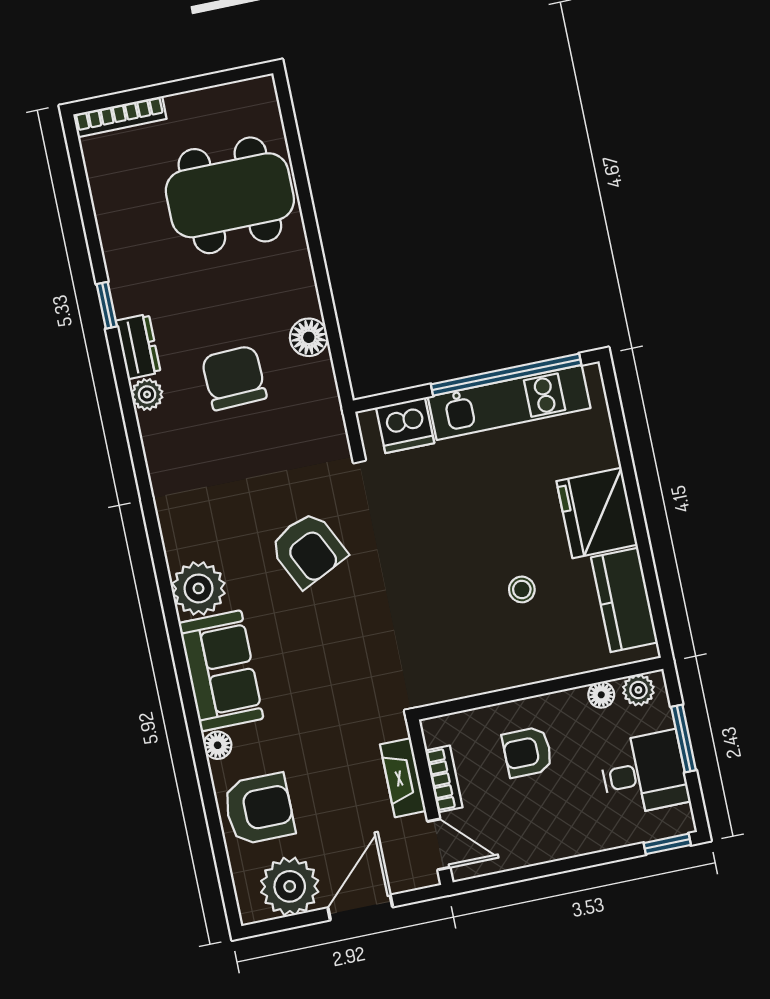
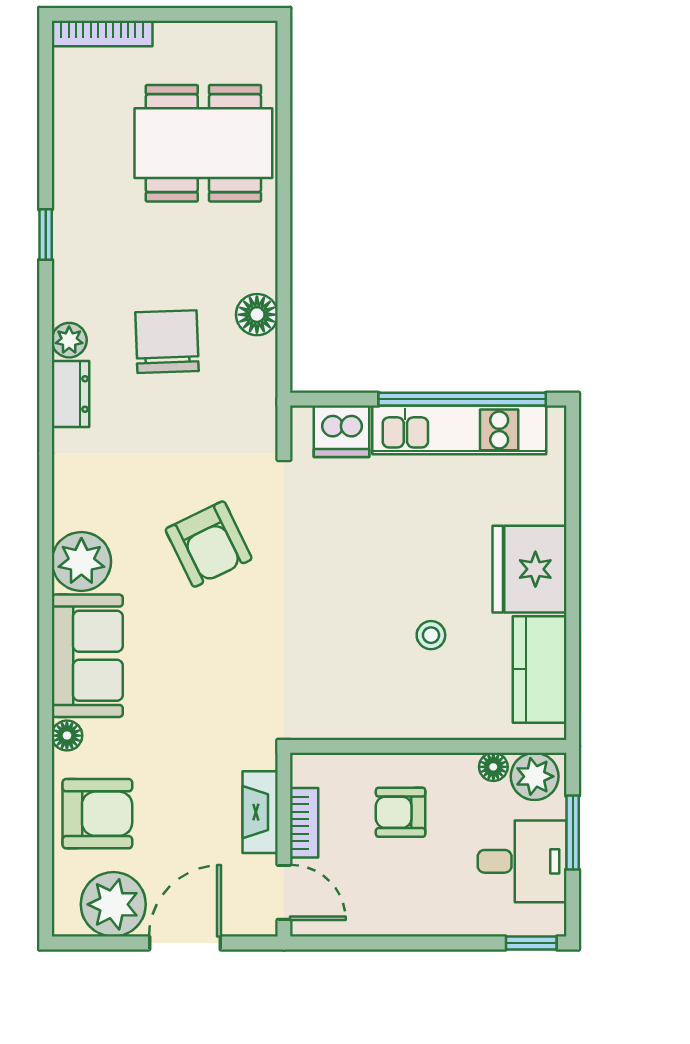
dresser: (138, 346) -> (70, 394), moved
plant: (638, 690) -> (535, 776), width x1.38, depth x1.38

